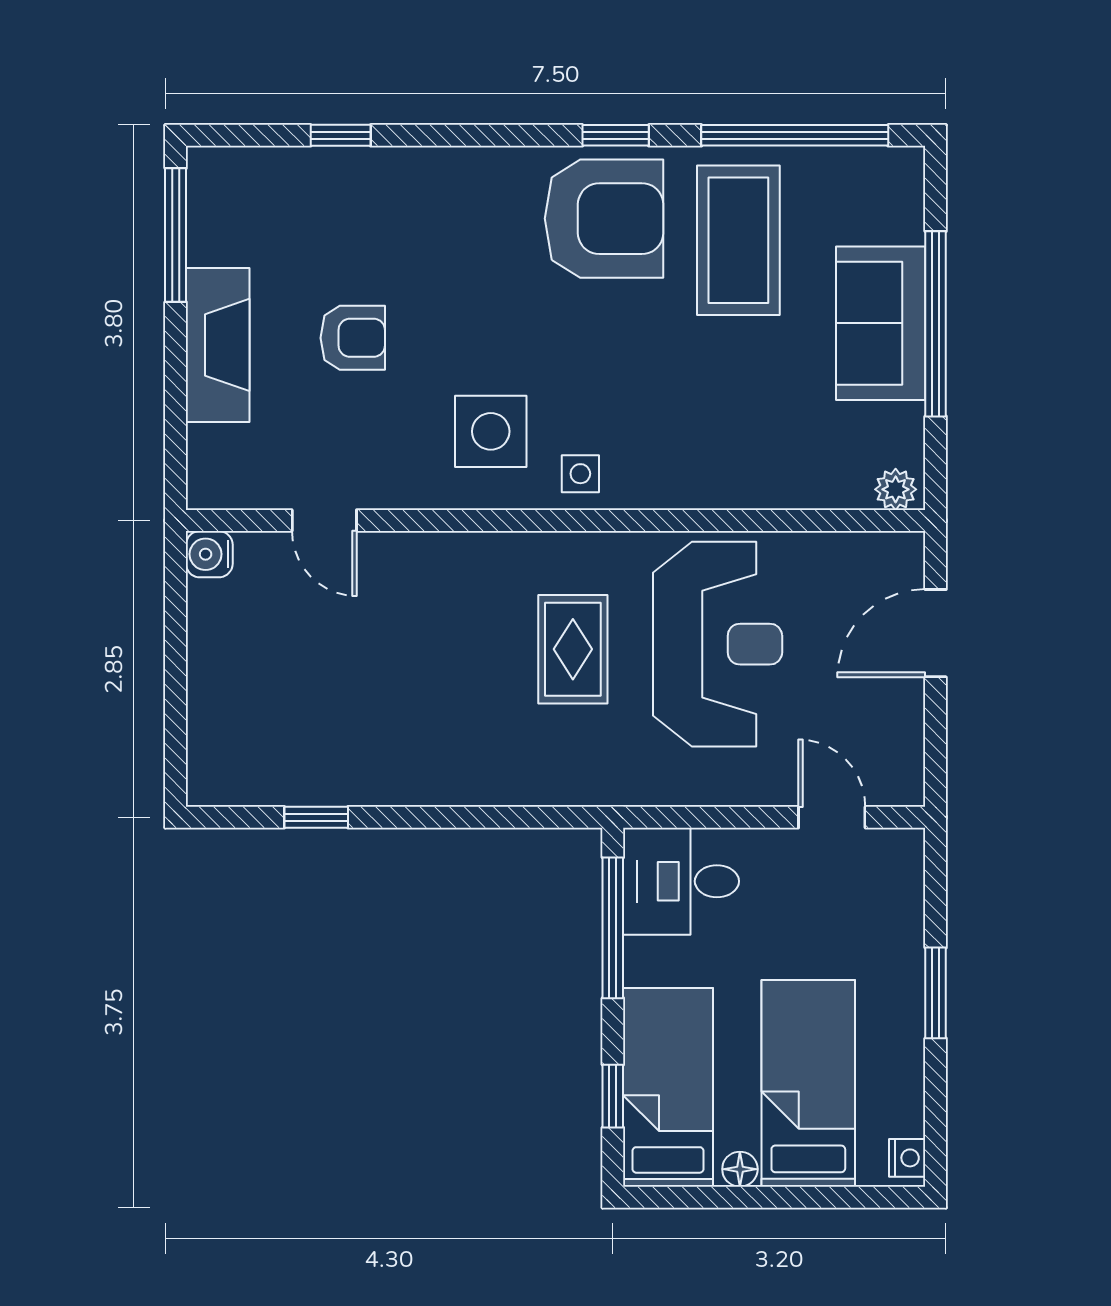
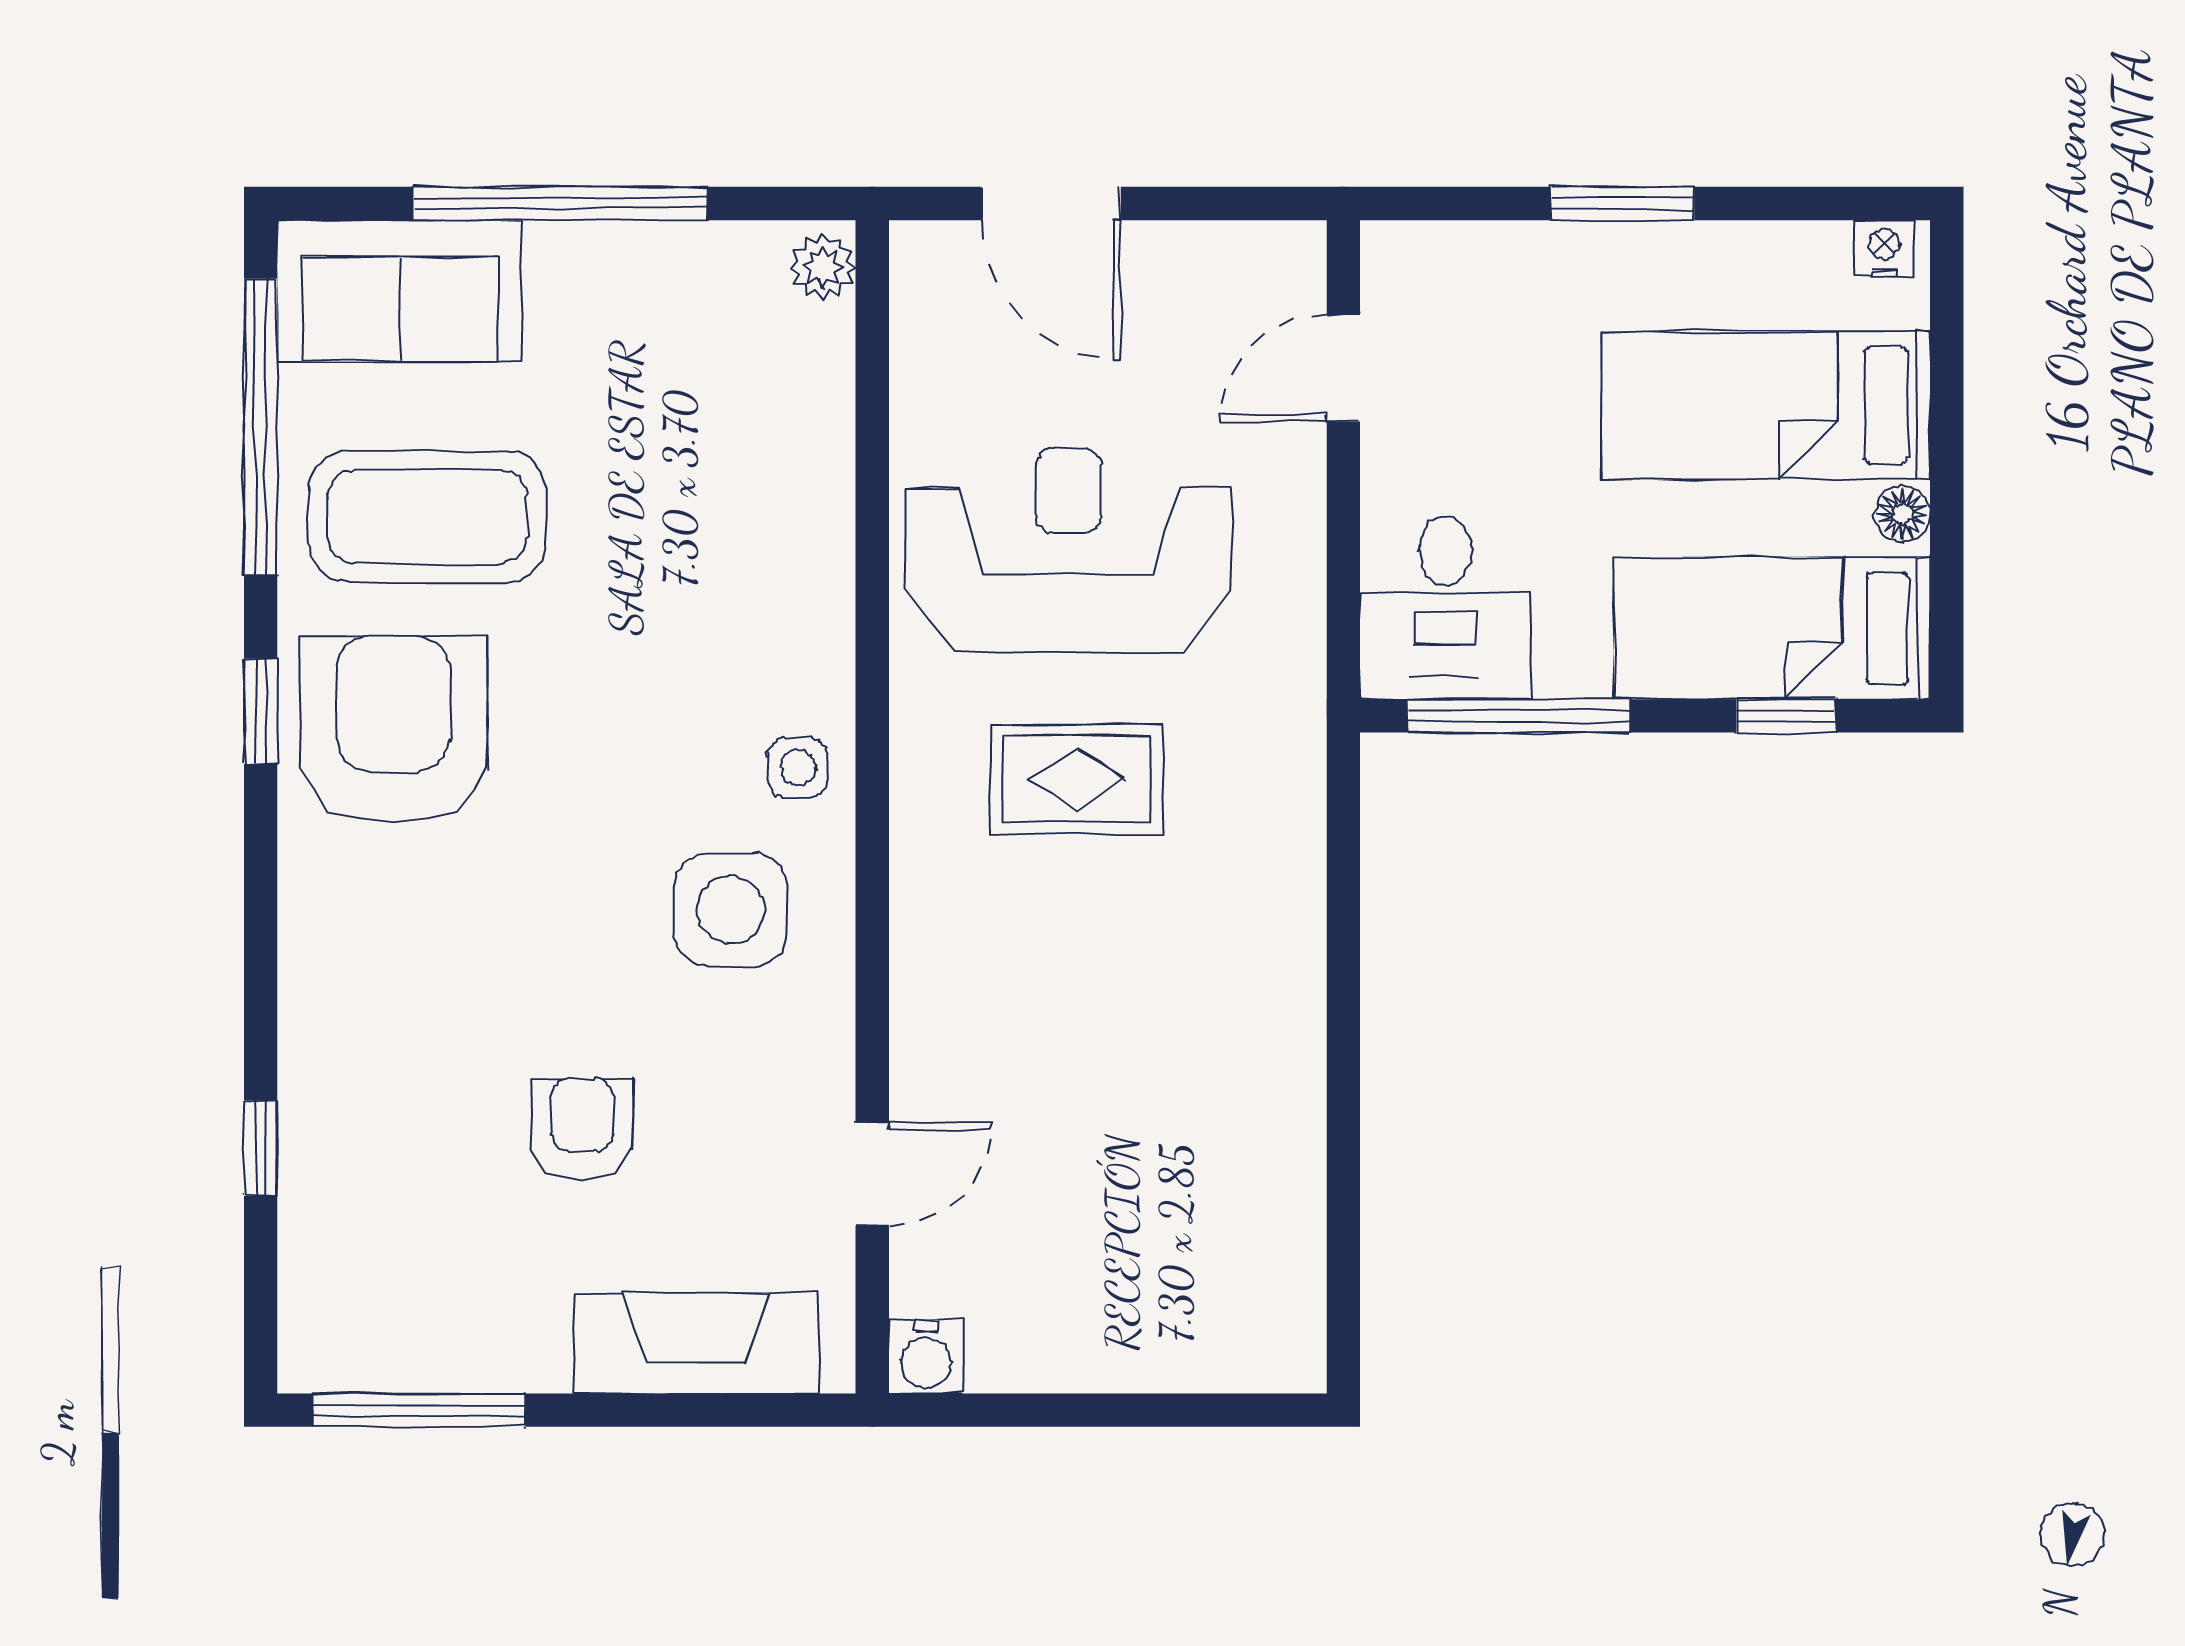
sofa: (881, 323) -> (399, 291), moved
fireplace: (218, 345) -> (696, 1343), moved
window: (316, 817) -> (1343, 1187), removed

